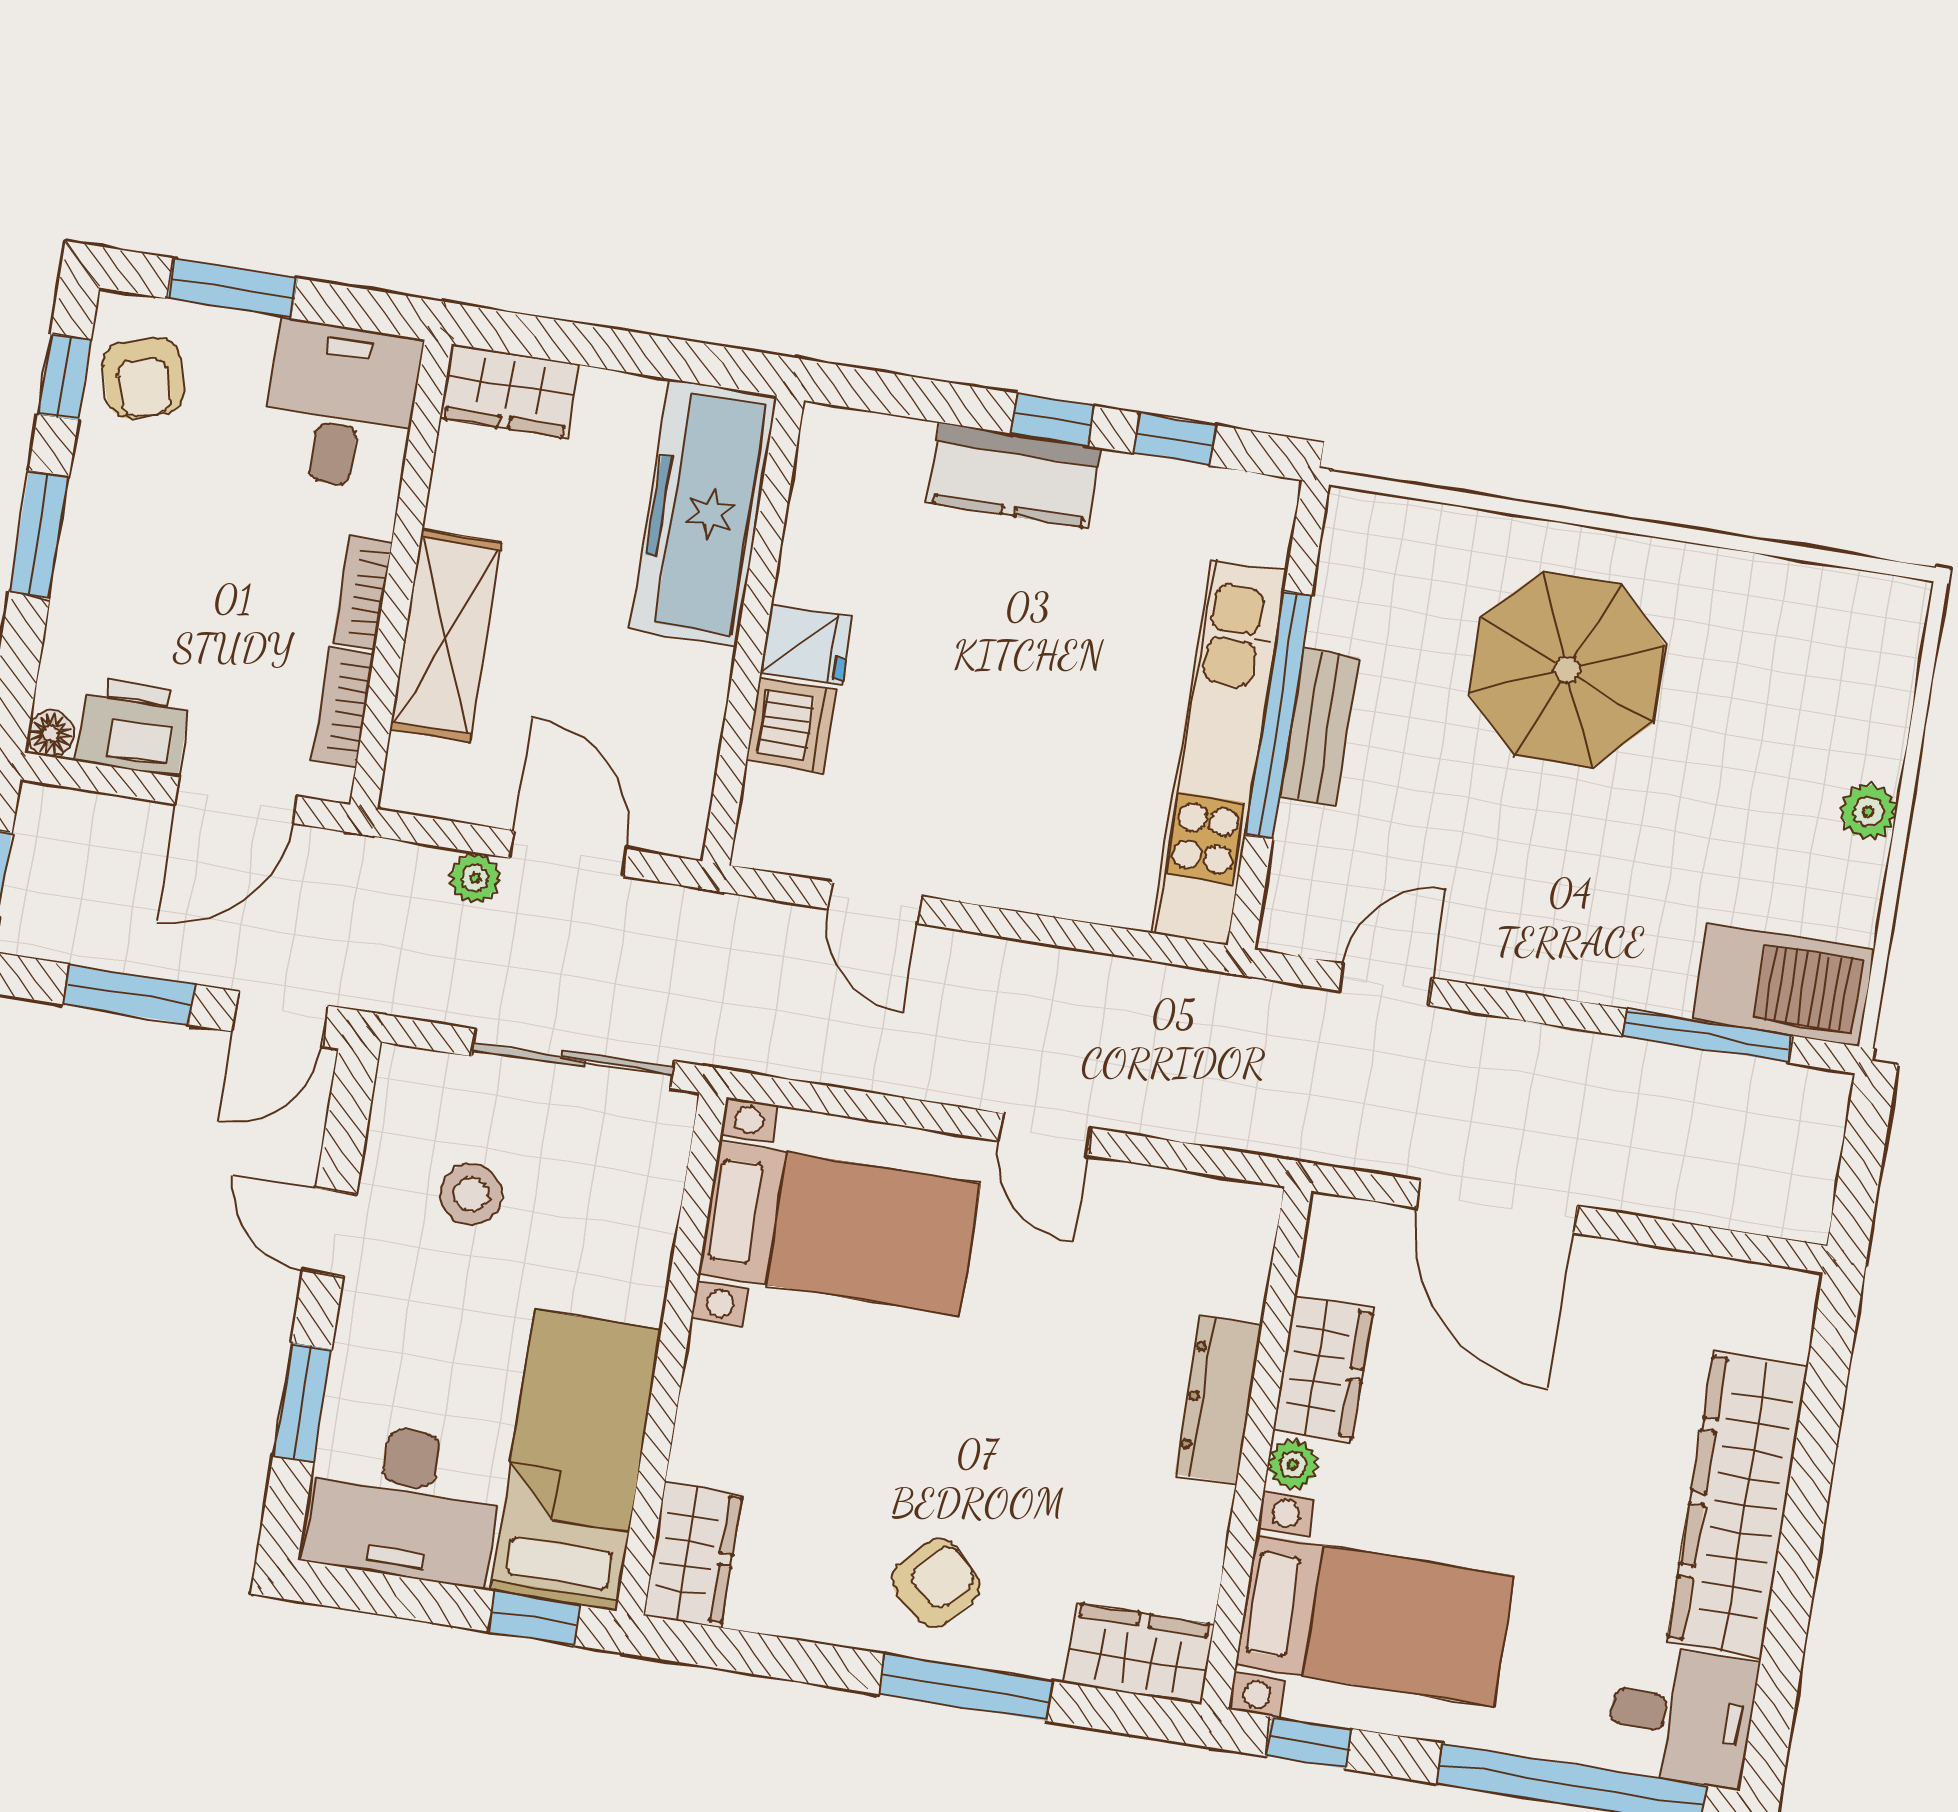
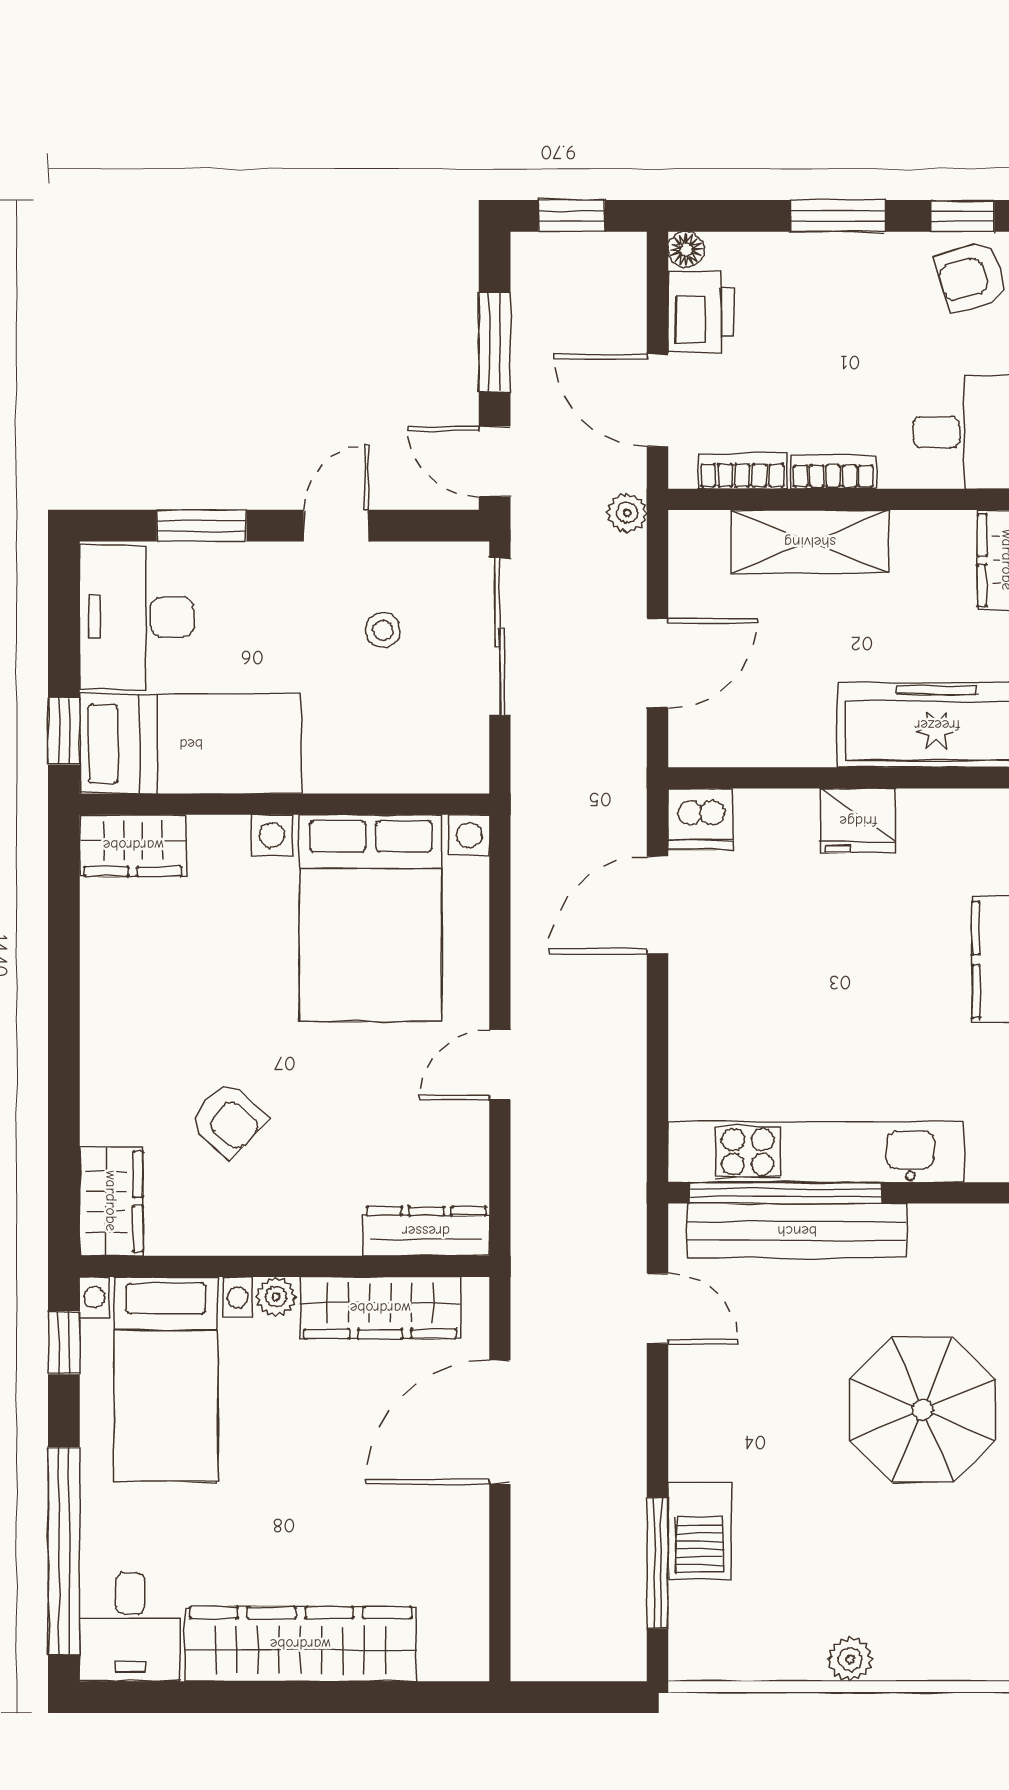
fridge: (806, 645) -> (858, 821), width x1.38
window: (1278, 715) -> (785, 1193), moved
dishwasher: (791, 725) -> (701, 819), moved
bench: (1319, 727) -> (797, 1231), width x1.86, depth x1.21
plant: (475, 878) -> (627, 513), moved
door: (875, 903) -> (657, 905), width x1.38
barbecue: (1783, 985) -> (700, 1530), moved, width x0.73, depth x0.83
sliding door: (573, 1059) -> (500, 637), moved
stool: (471, 1194) -> (383, 630), width x0.73, depth x0.73
bed with nightstands: (839, 1228) -> (371, 918), width x1.36
wardrobe: (1323, 1369) -> (380, 1308), width x1.50
dresser: (1219, 1399) -> (426, 1231), moved
armchair: (936, 1583) -> (228, 1120), moved
window: (966, 1688) -> (64, 1072), removed

